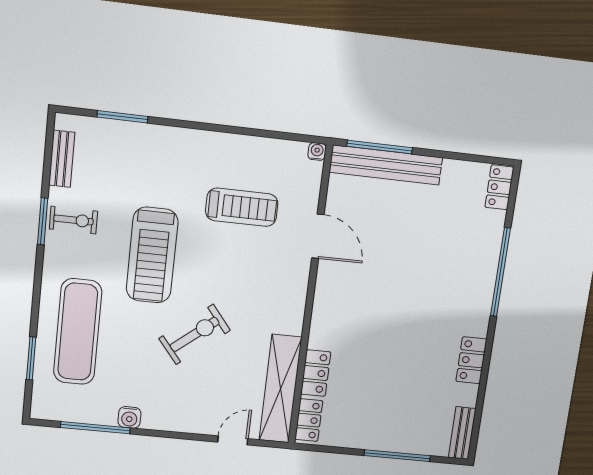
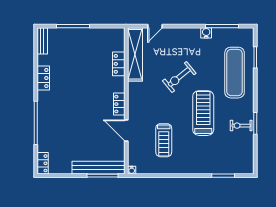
bench: (62, 159) -> (249, 153), removed
treadmill: (242, 207) -> (164, 140), turned -90
locker: (309, 420) -> (119, 104), moved

